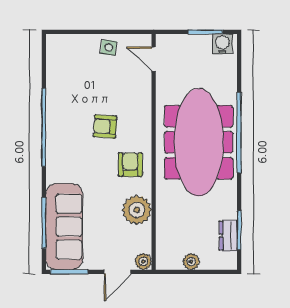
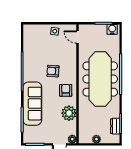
sofa: (64, 227) -> (32, 104), moved

